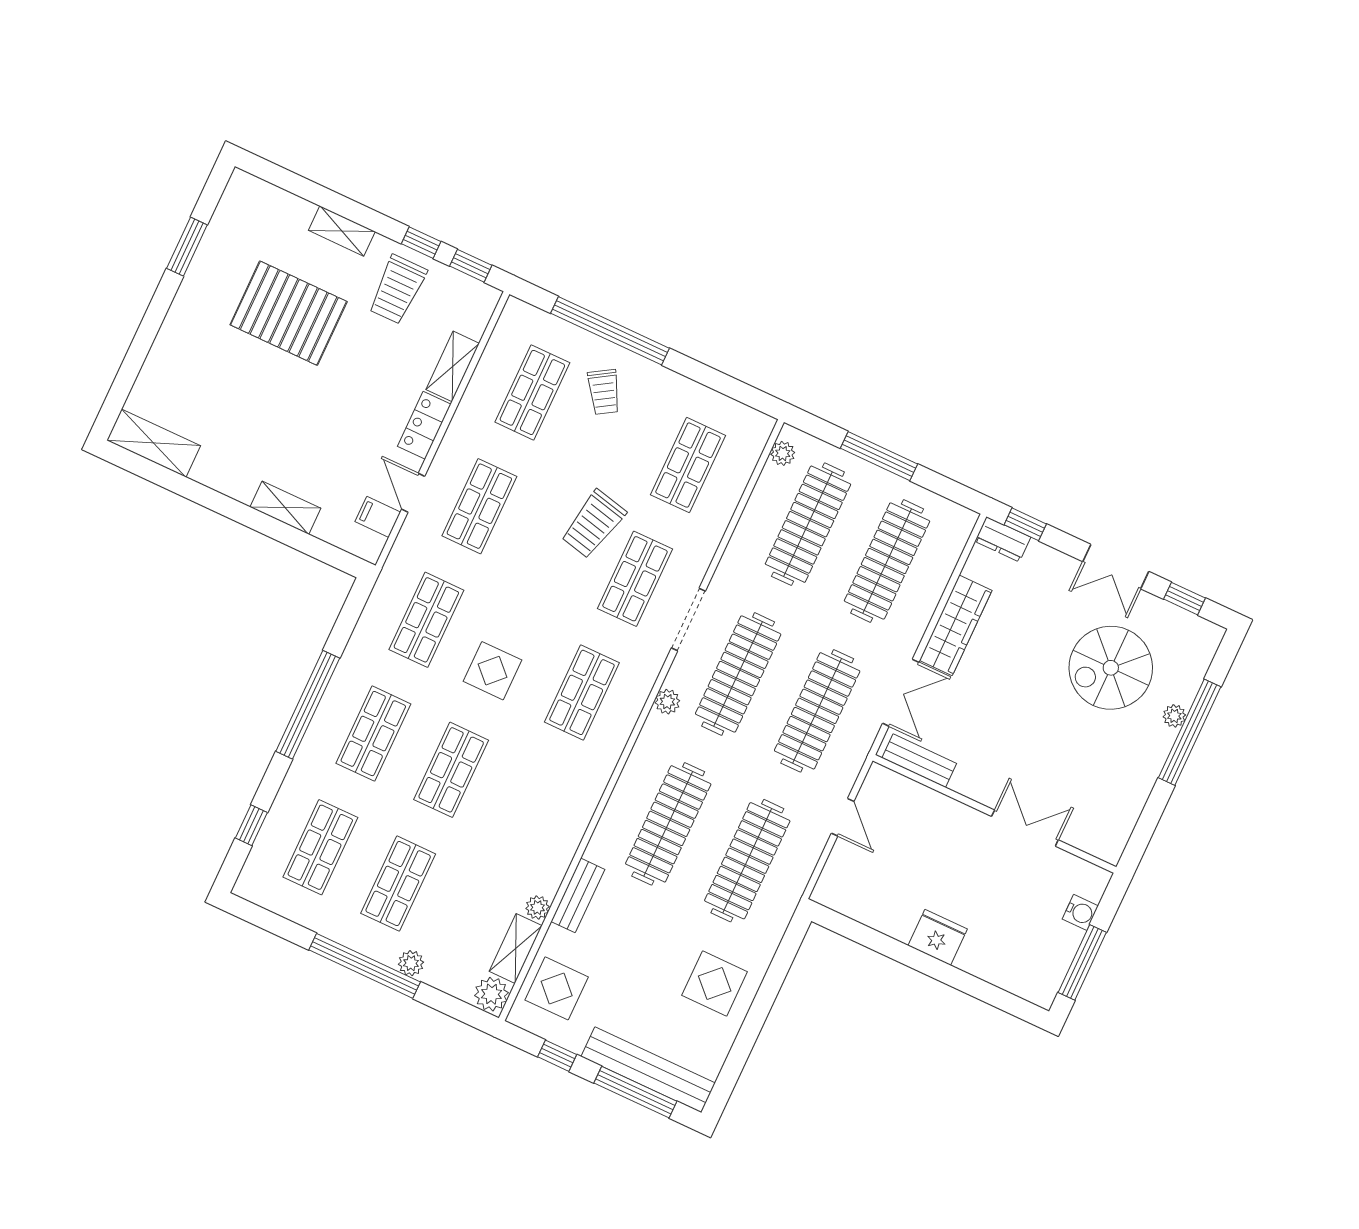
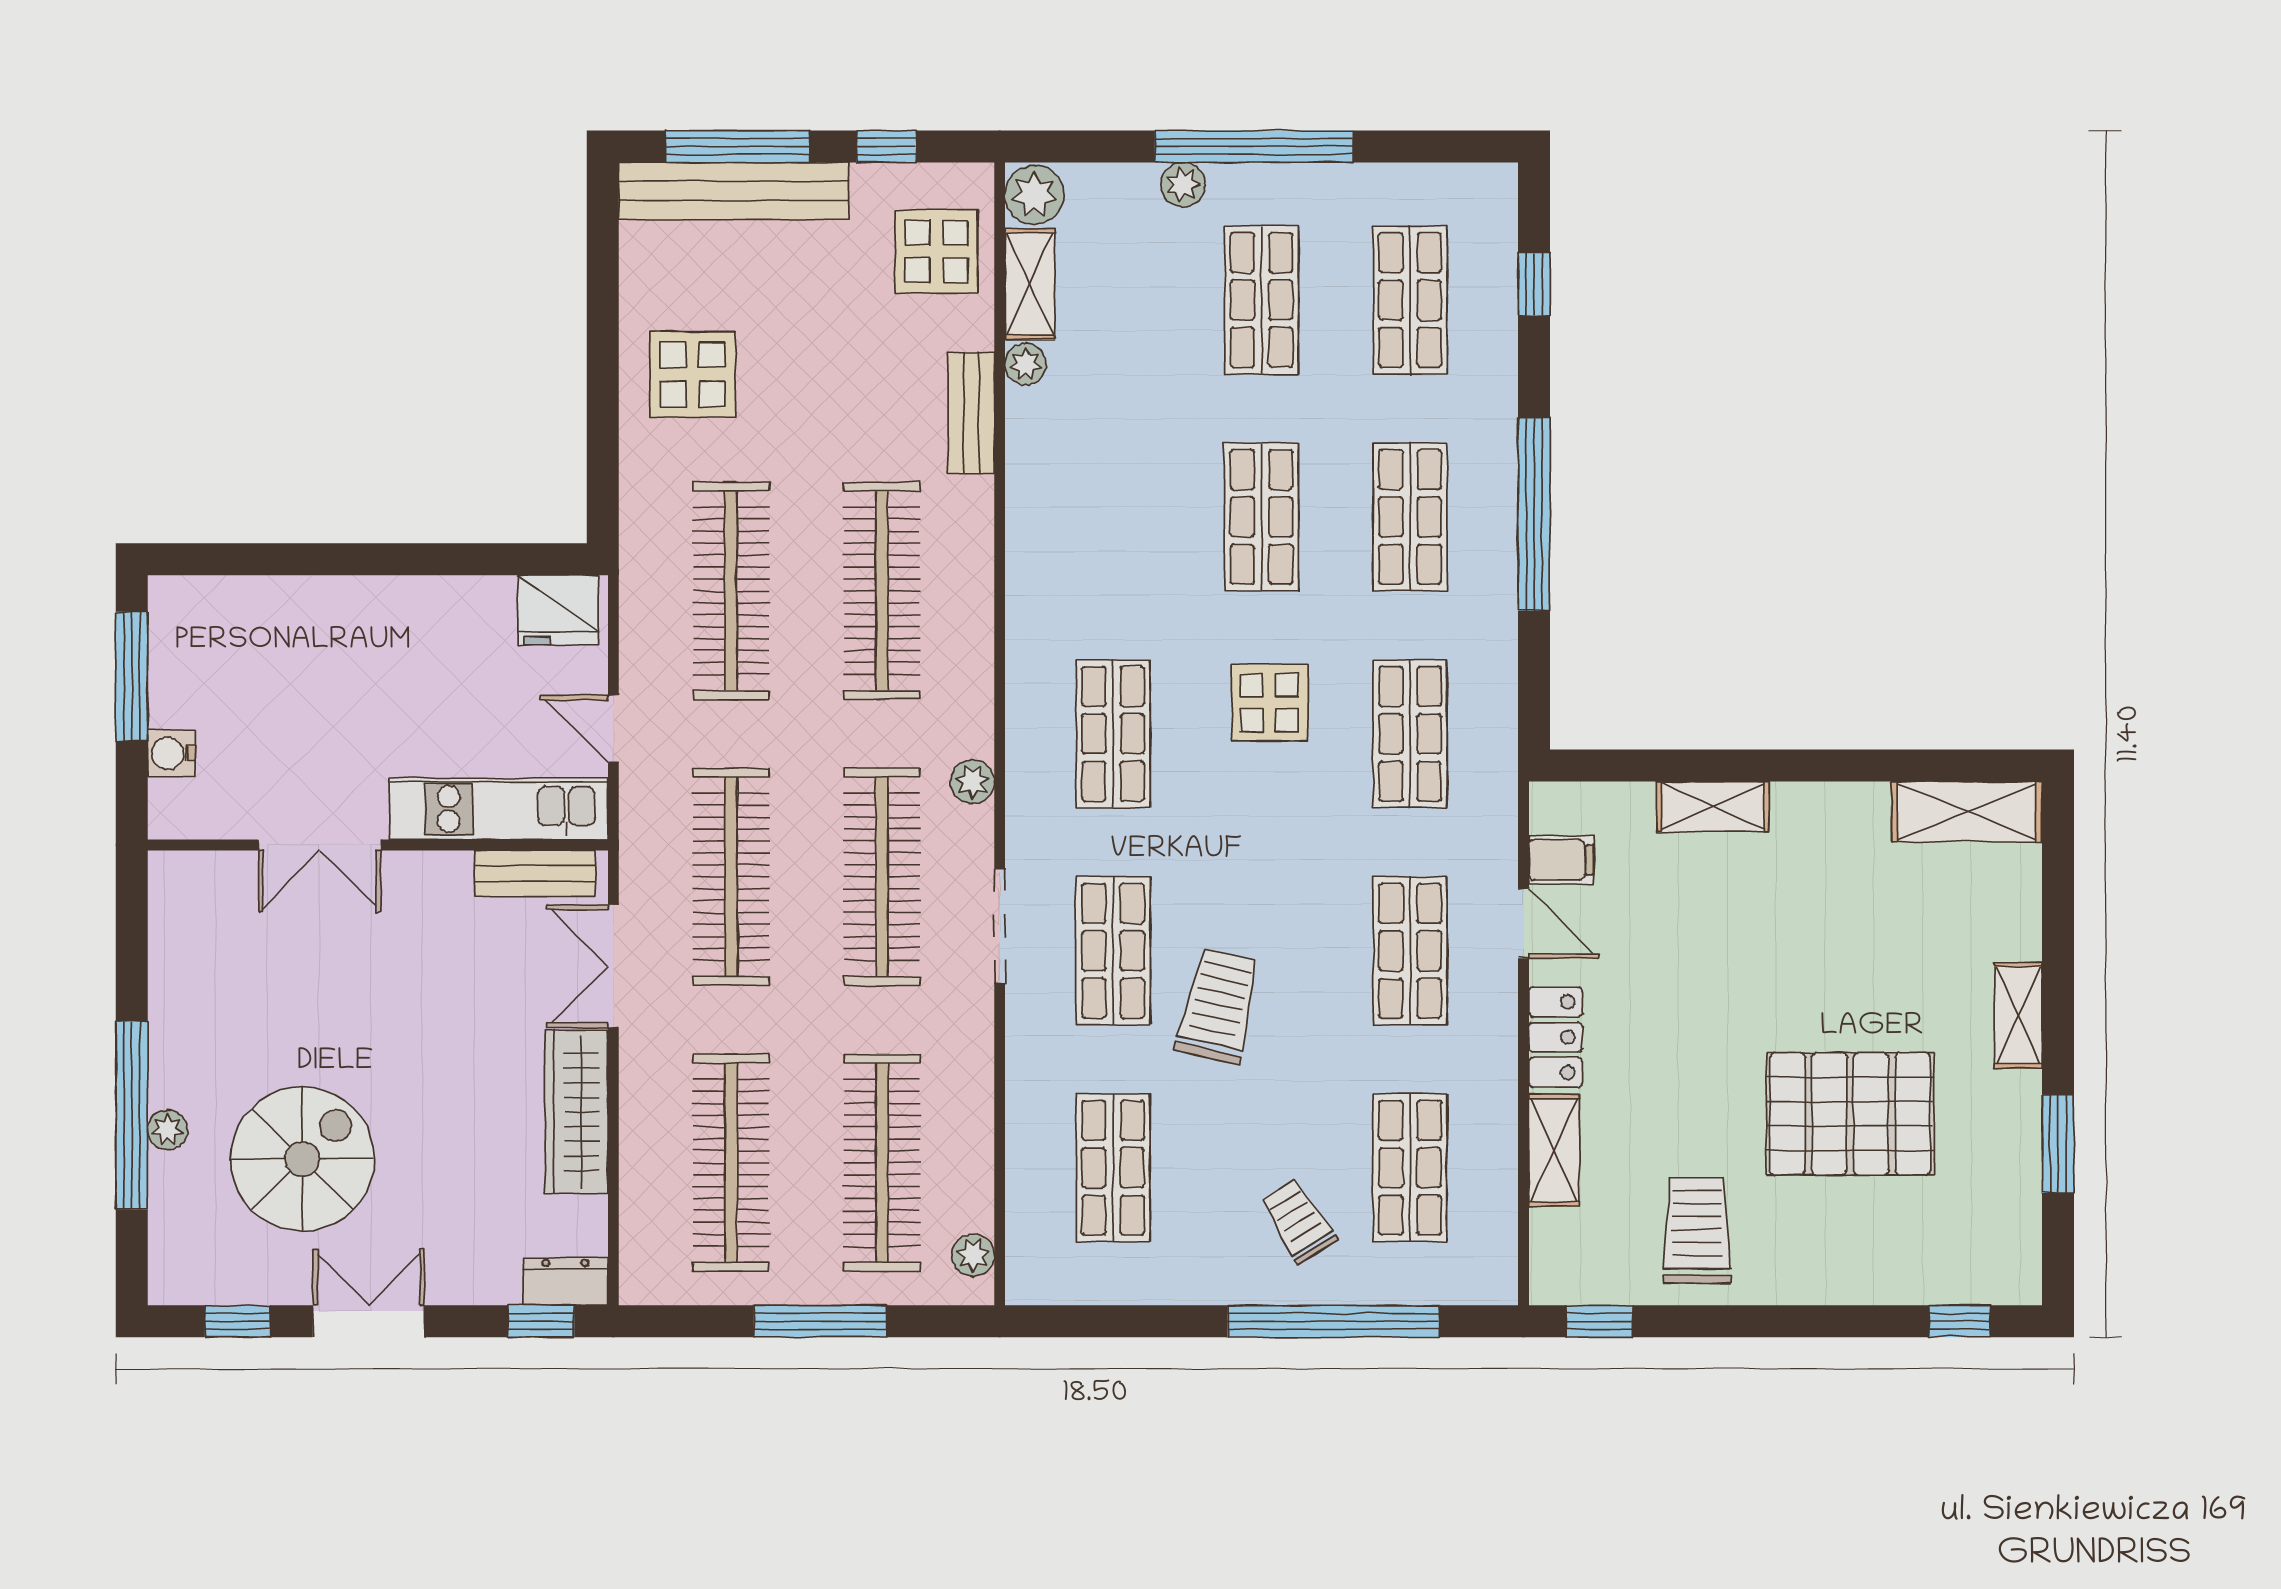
shelving: (342, 231) -> (2018, 1015), moved, turned 90
window: (421, 243) -> (1960, 1321), moved
kitchen unit: (922, 803) -> (499, 809), added
fridge: (938, 937) -> (558, 610), moved

